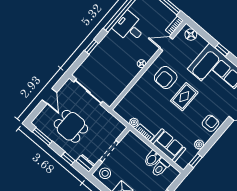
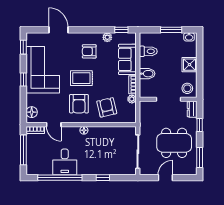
armchair: (166, 78) -> (79, 104), turned 90
armchair: (144, 97) -> (107, 107), added
armchair: (210, 123) -> (89, 51), moved
dining table: (71, 126) -> (174, 143), width x1.38
bidet: (152, 159) -> (147, 74), moved

